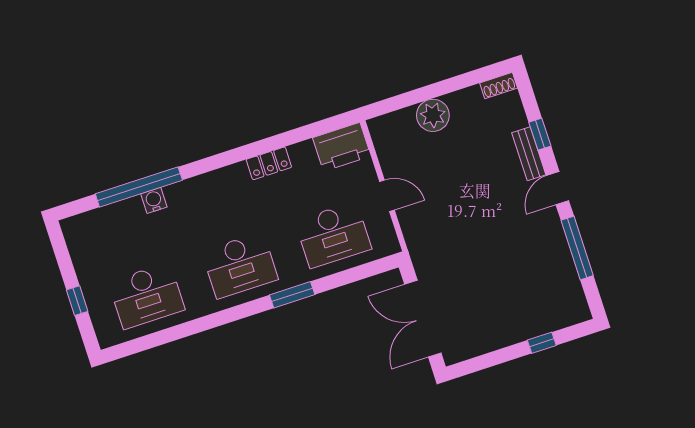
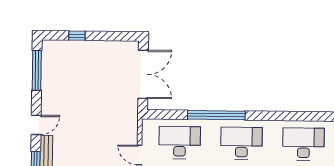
window: (577, 248) -> (37, 70), moved
window: (292, 295) -> (216, 115), width x2.11

